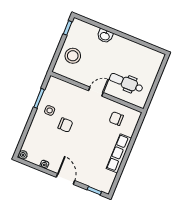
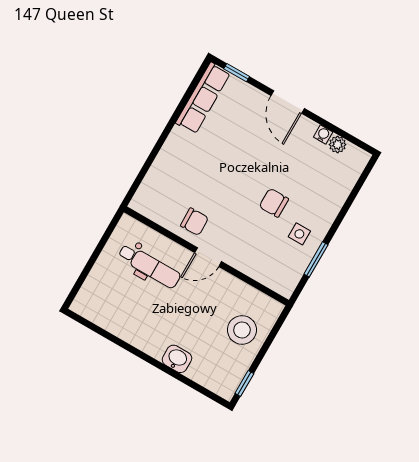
chair: (116, 119) -> (194, 222), moved
row of seats: (119, 153) -> (203, 98), moved
plant: (23, 155) -> (338, 145), moved

